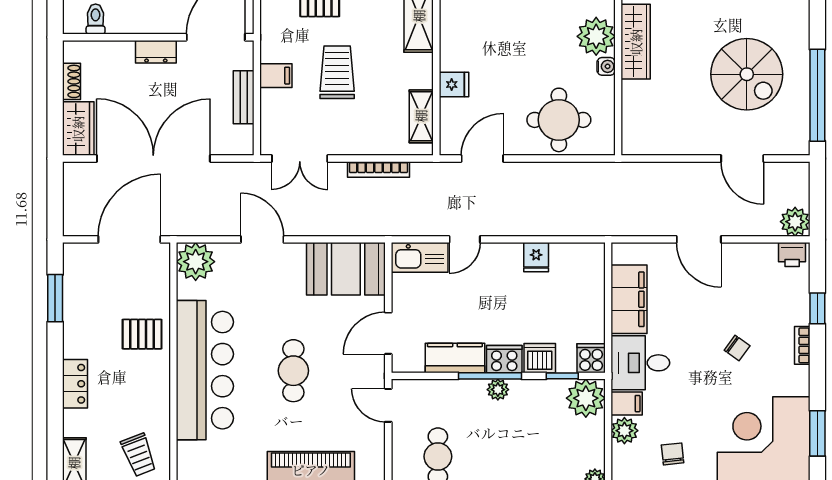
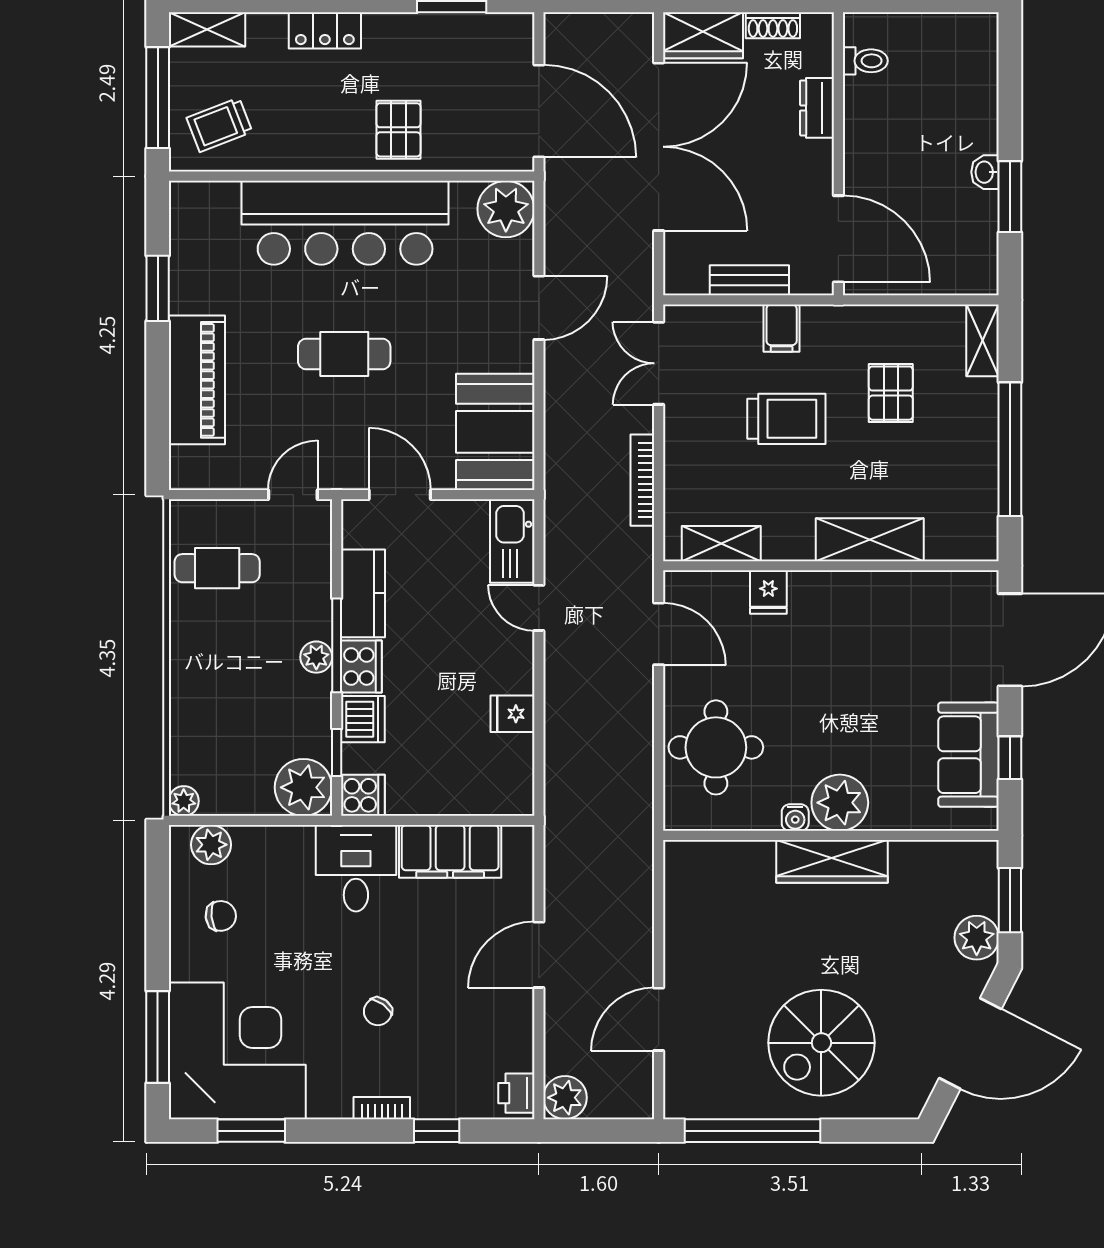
dresser: (156, 52) -> (817, 108), moved
spiral stairs: (747, 74) -> (821, 1043), moved
filing cabinet: (627, 404) -> (295, 848), removed
plant: (624, 431) -> (211, 845), moved

